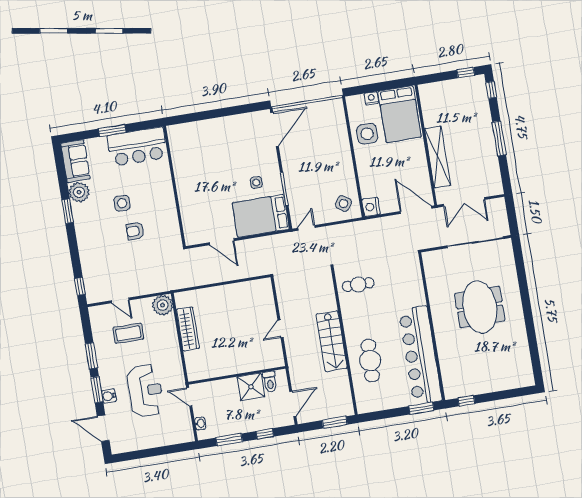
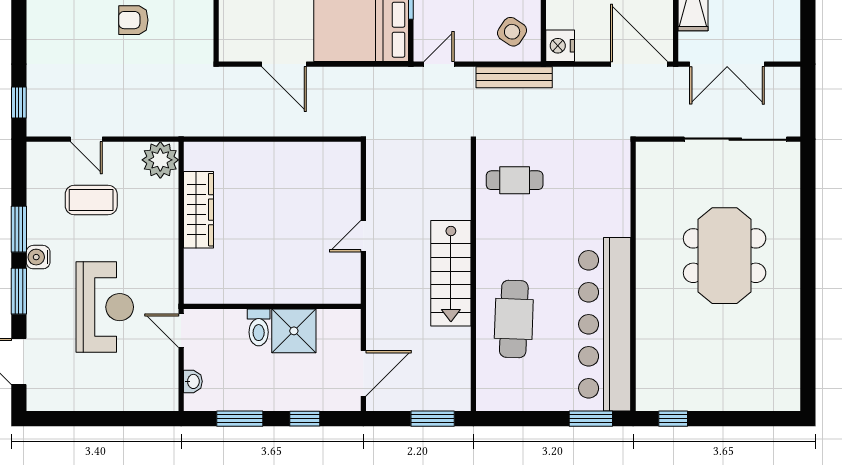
bench: (349, 228) -> (514, 77), added
toilet: (270, 382) -> (259, 327), moved
water cooler: (109, 396) -> (38, 257), moved

